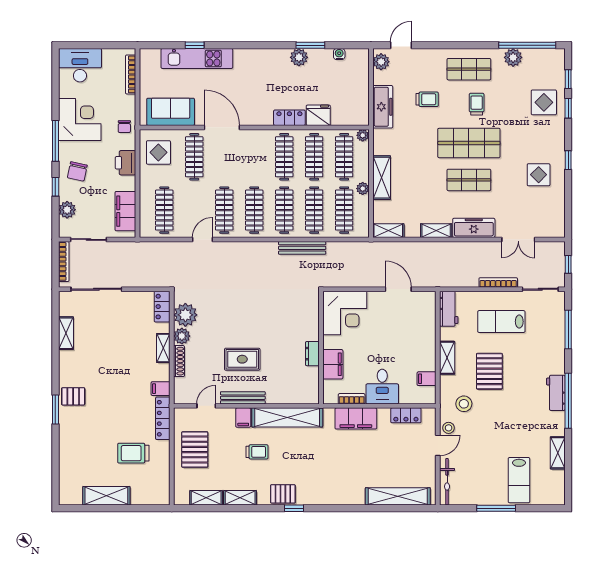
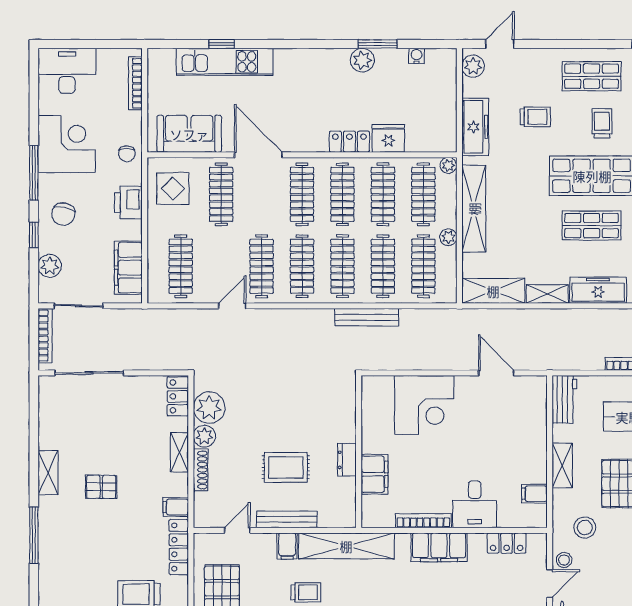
clothes rail: (254, 157) -> (302, 194), added
shelving: (382, 178) -> (474, 209), width x1.47
shelving: (388, 231) -> (493, 291), width x1.50, depth x1.33
shelving: (66, 333) -> (48, 473), moved
wall: (321, 348) -> (359, 452), moved
dresser: (312, 354) -> (347, 460), moved
filing cabinet: (333, 364) -> (375, 474), moved
pallet: (73, 396) -> (101, 487), moved
bookcase: (352, 399) -> (423, 521), width x1.56
window: (55, 410) -> (34, 535), width x1.44

